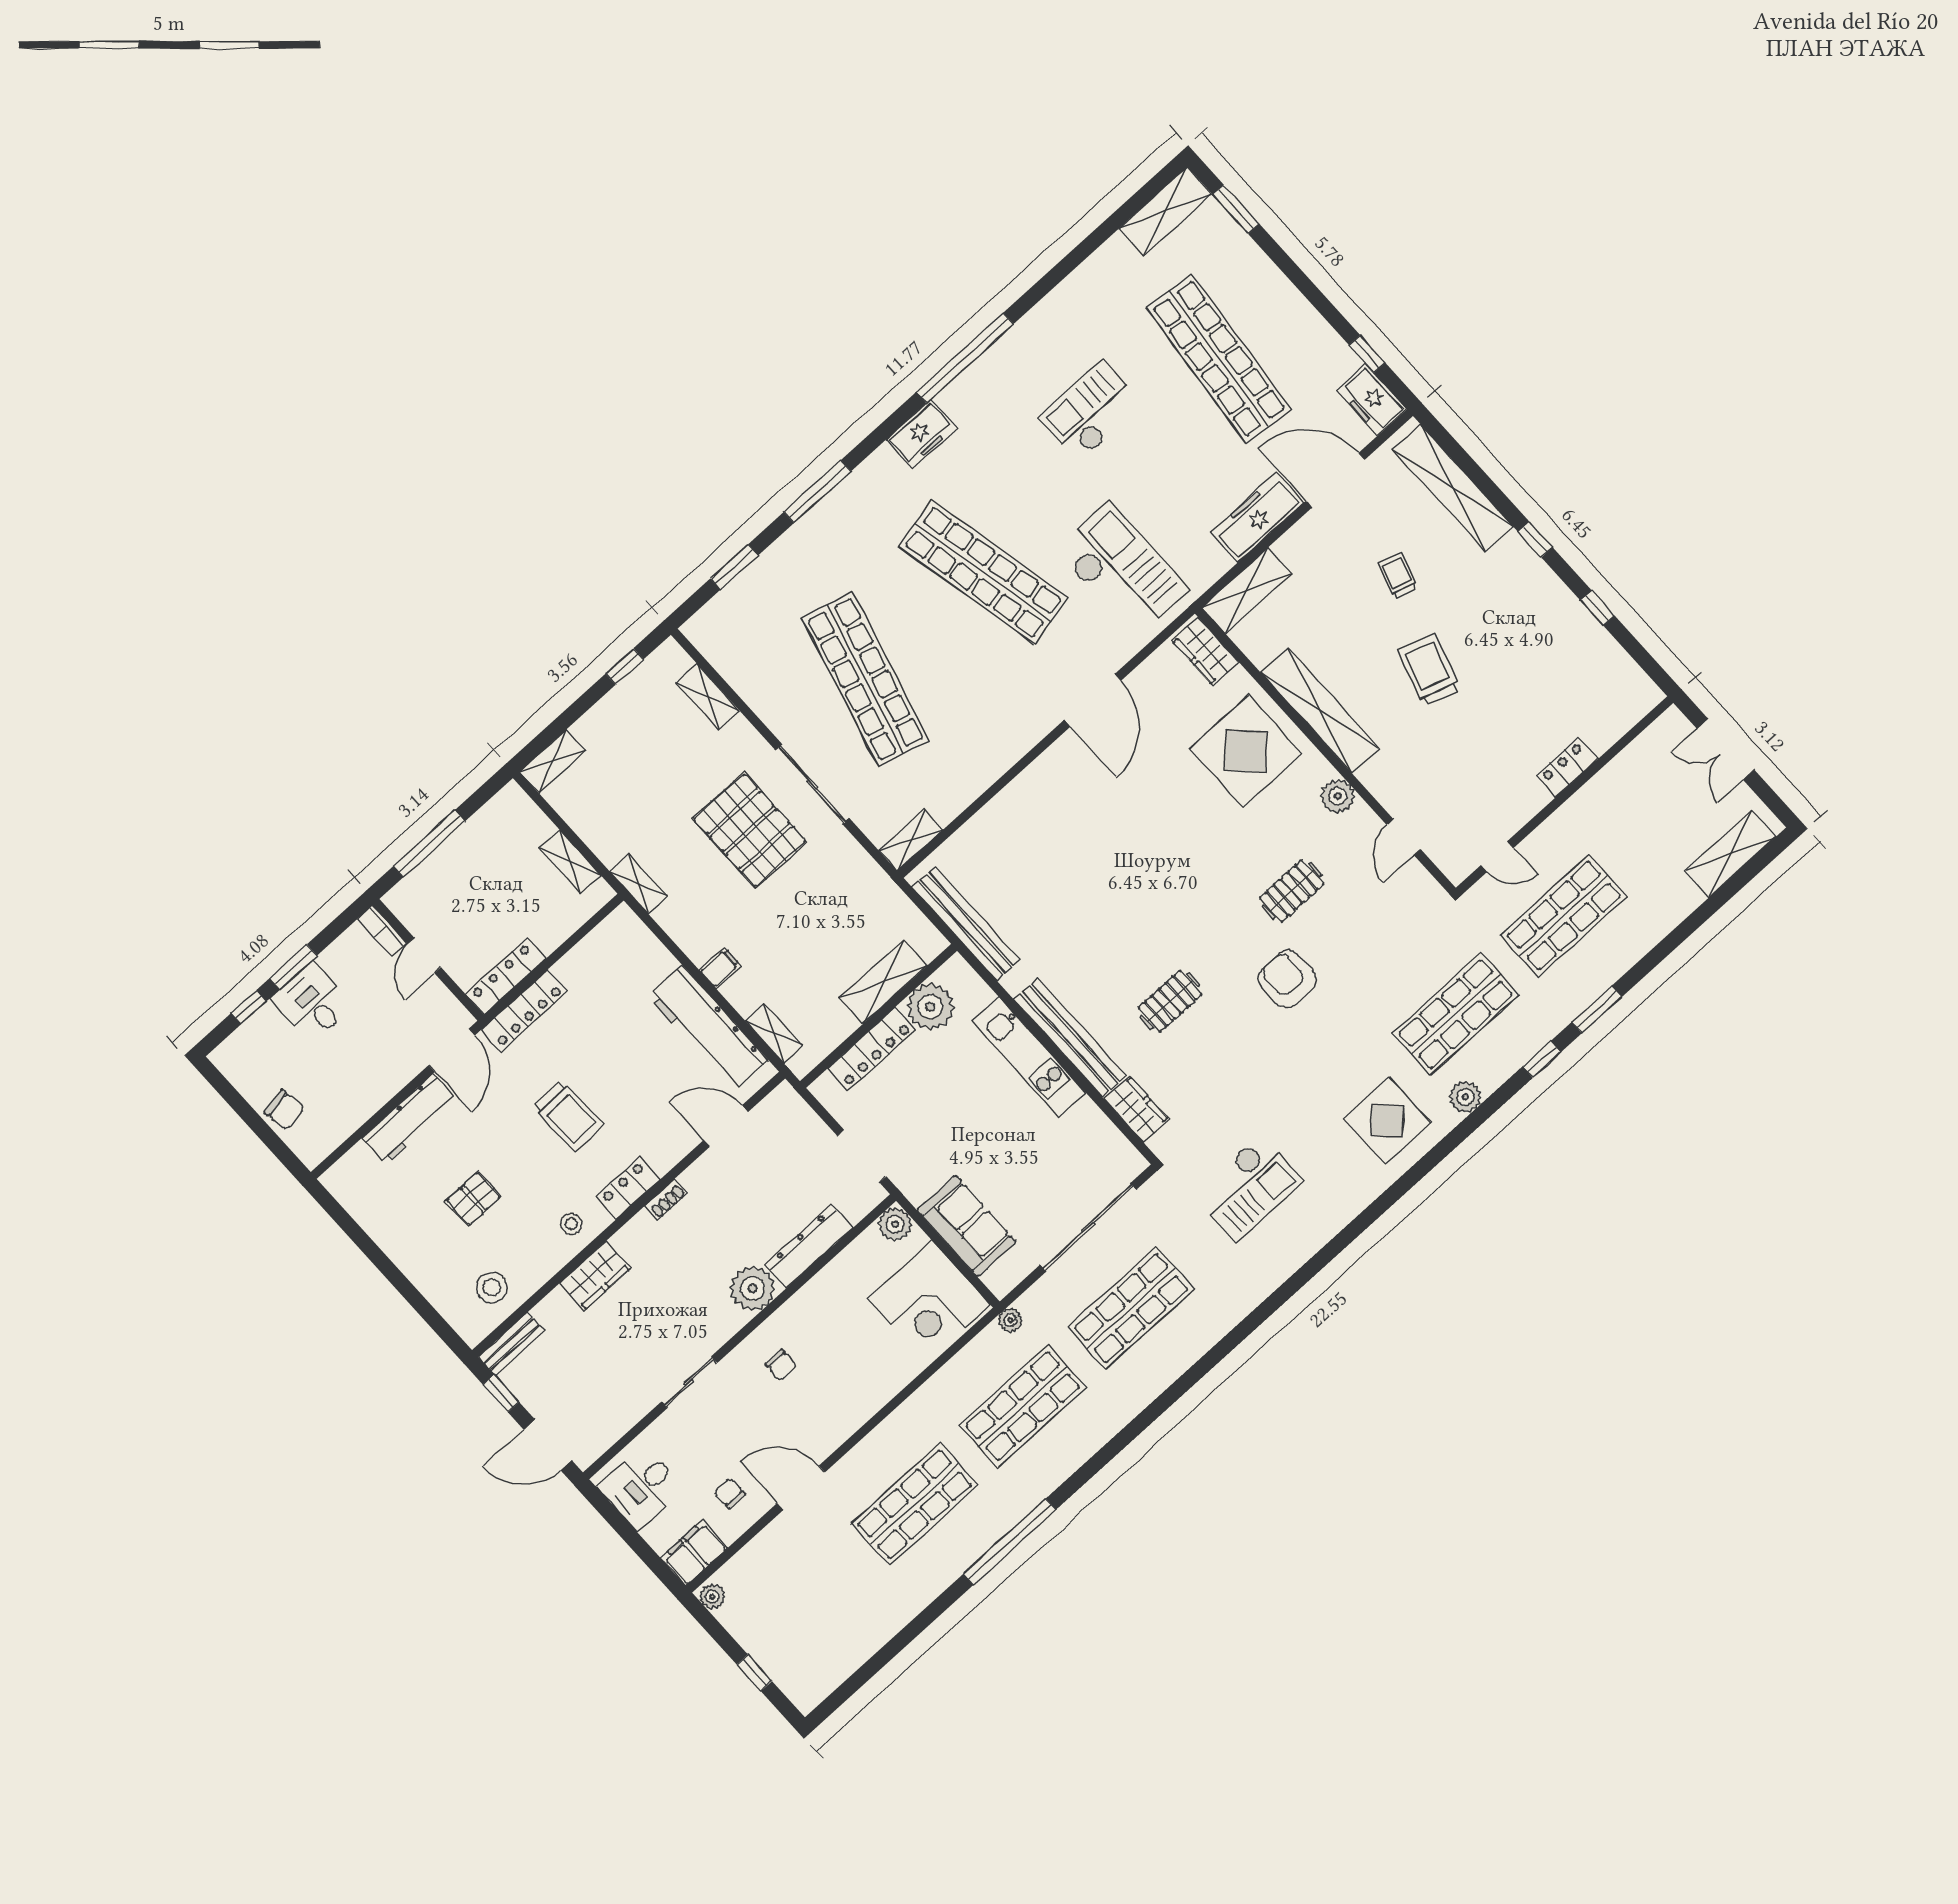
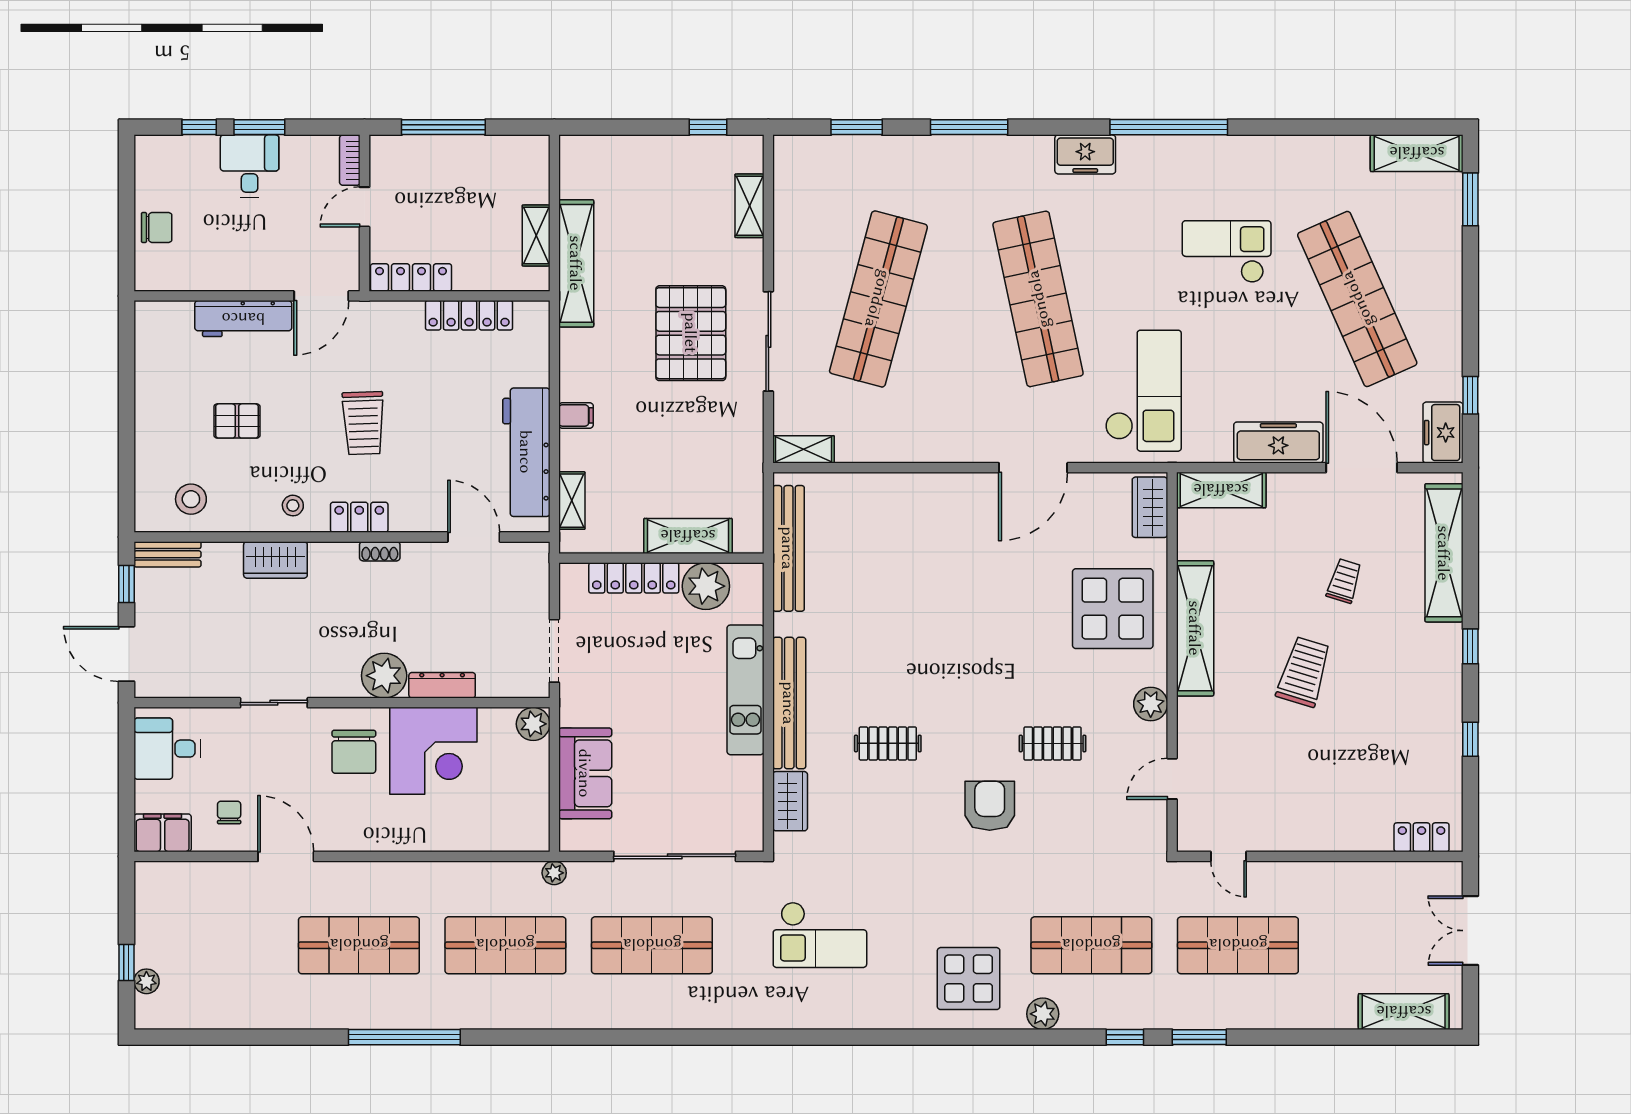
shop shelf: (1219, 359) -> (1357, 299), turned -30
shelving: (553, 761) -> (591, 149), removed
locker: (1567, 767) -> (1422, 837), moved
shelving: (638, 884) -> (576, 263), width x2.20, depth x1.33
locker: (524, 1011) -> (469, 315), moved
chair: (285, 1110) -> (157, 228), turned -80
dresser: (809, 1246) -> (442, 685), width x0.73, depth x0.80
corner desk: (929, 1302) -> (433, 751), moved, turned -90
chair: (781, 1365) -> (354, 752), width x1.87, depth x1.87
plant: (712, 1597) -> (146, 981), moved

